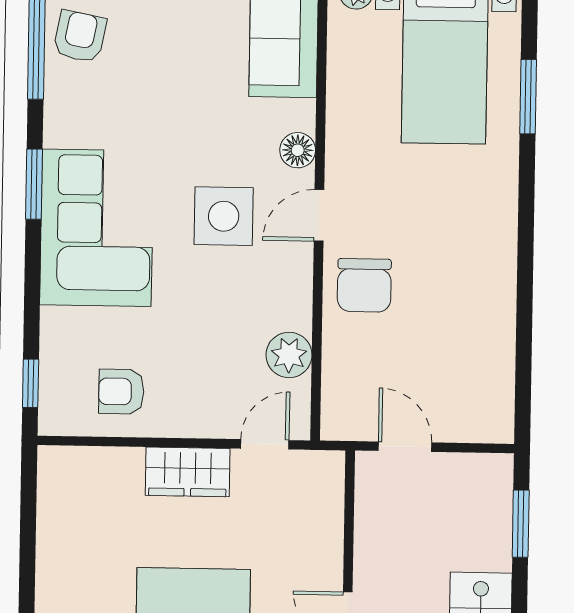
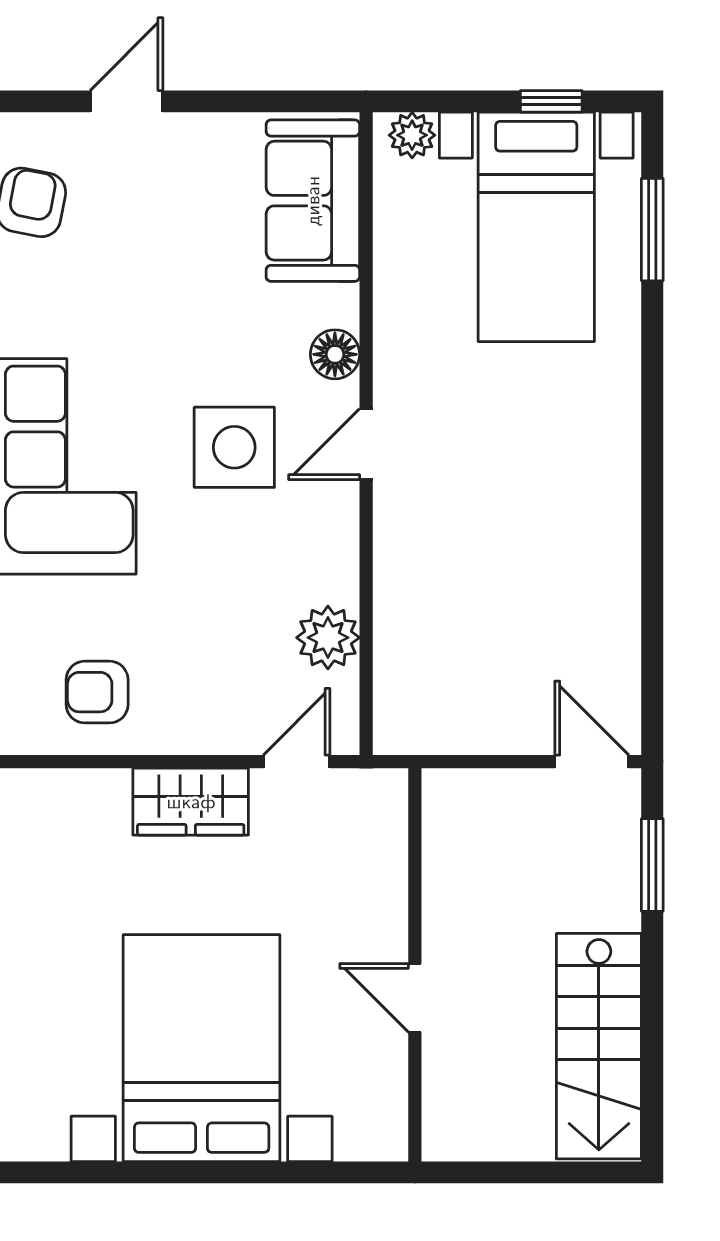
window: (528, 97) -> (652, 230), moved
chair: (364, 285) -> (430, 539), removed
door: (405, 447) -> (592, 762), moved

